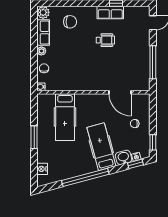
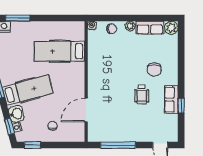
chair: (70, 22) -> (154, 70), moved
window: (34, 137) -> (18, 18), moved

